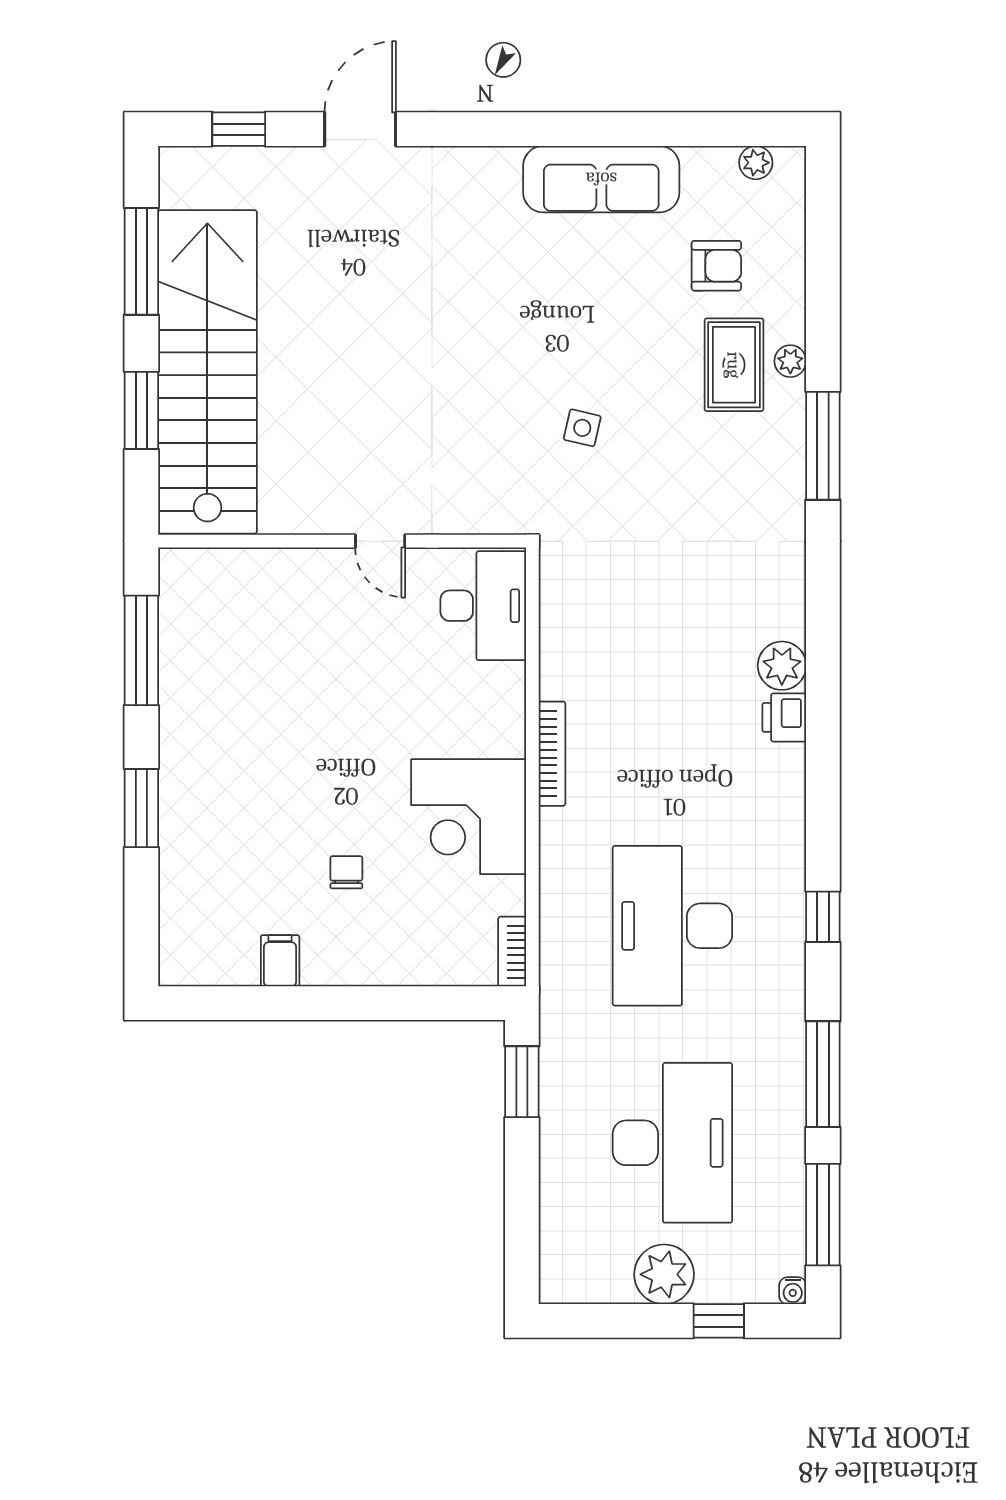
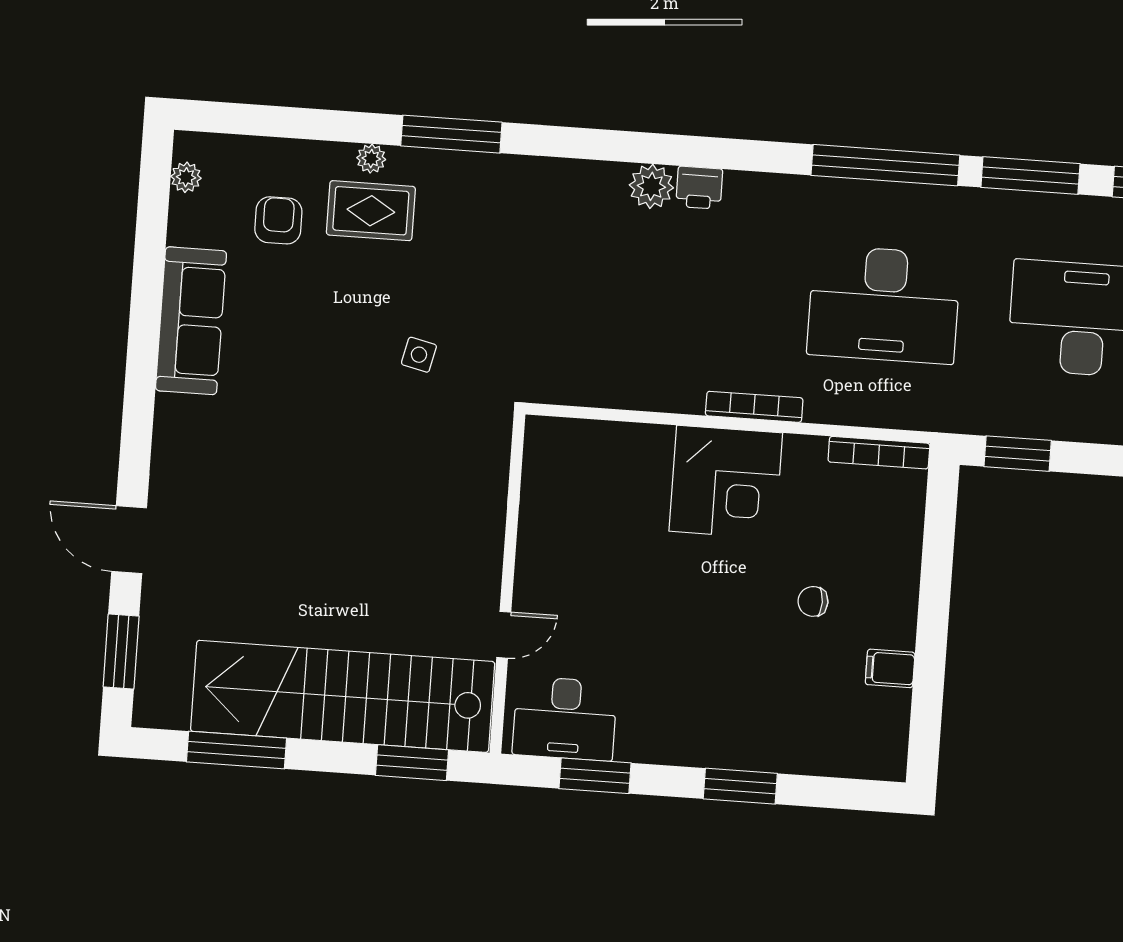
window: (239, 129) -> (121, 652), width x1.50
window: (141, 410) -> (412, 763), moved
door: (380, 541) -> (504, 635), moved
desk: (483, 606) -> (565, 718), moved, turned 180
window: (141, 650) -> (595, 776), width x0.69
bookcase: (552, 754) -> (754, 407), moved
corner desk: (469, 817) -> (726, 482), moved
window: (823, 917) -> (885, 165), width x3.17
bookcase: (512, 952) -> (879, 453), width x1.56

